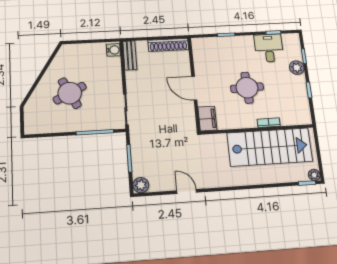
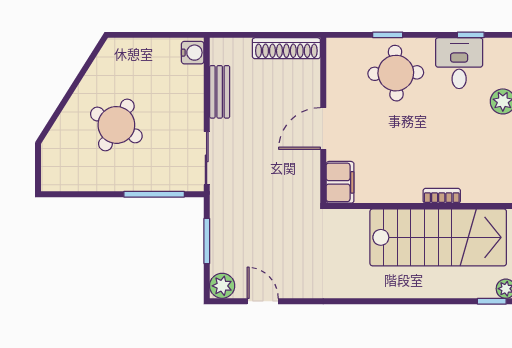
bench: (130, 55) -> (220, 92), moved
door: (194, 88) -> (323, 128), hinge flipped
round table: (247, 88) -> (396, 73), moved
round table: (70, 93) -> (116, 125), turned -33
door: (187, 191) -> (263, 301), moved

